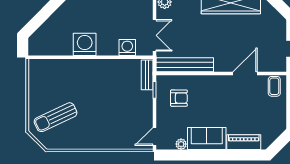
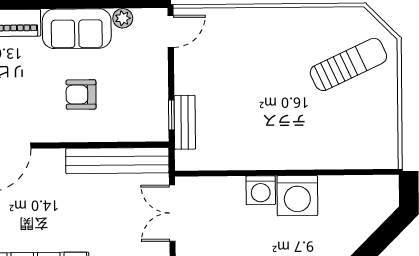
washing machine: (127, 47) -> (261, 190), moved
bench: (147, 75) -> (185, 122), moved
armchair: (179, 98) -> (81, 94), moved

